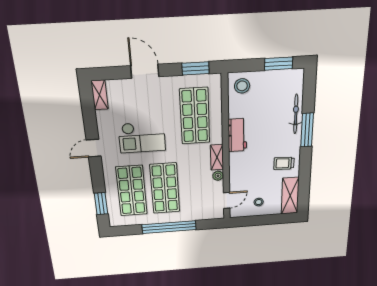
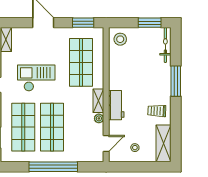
bicycle: (296, 114) -> (165, 45), moved
workbench: (237, 135) -> (116, 105), moved
checkout: (142, 137) -> (36, 78), turned 180

